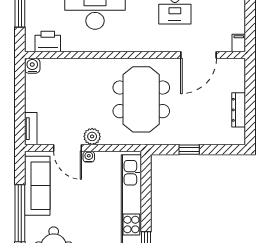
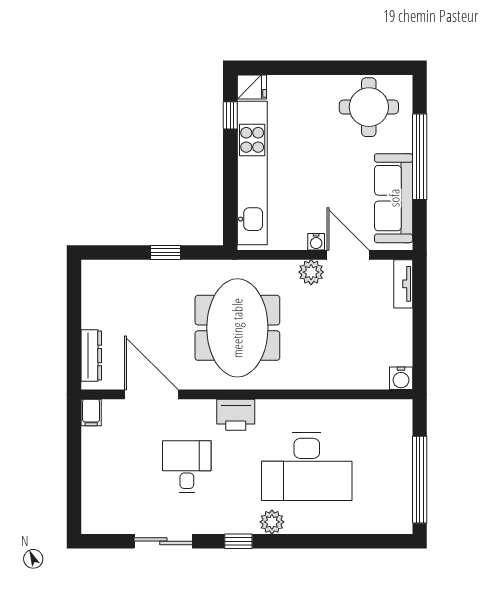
printer: (48, 41) -> (236, 415), moved
door: (199, 55) -> (151, 394), hinge flipped
dresser: (239, 110) -> (91, 356), moved

